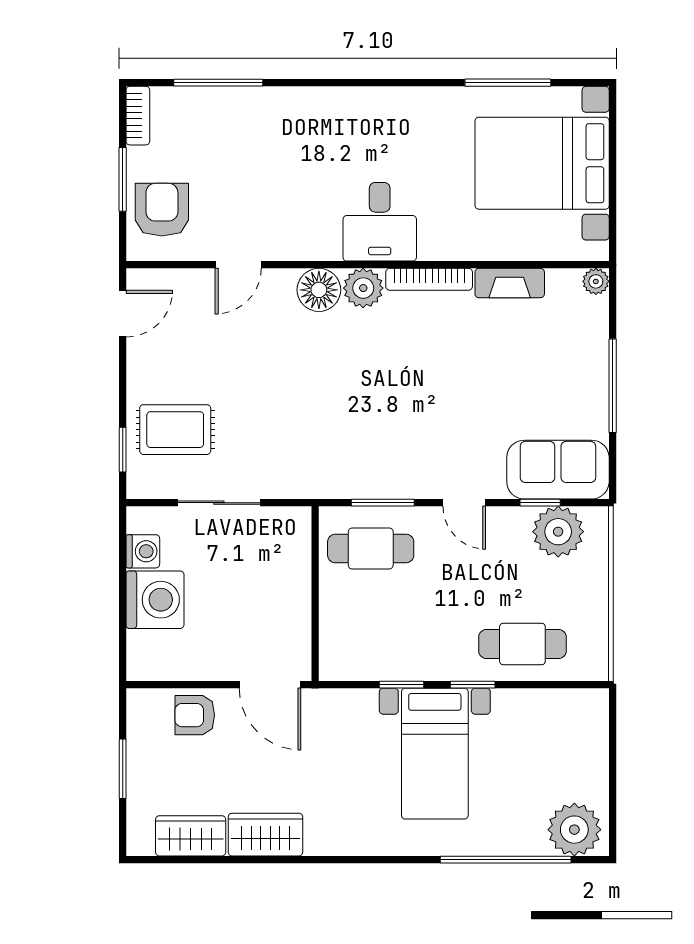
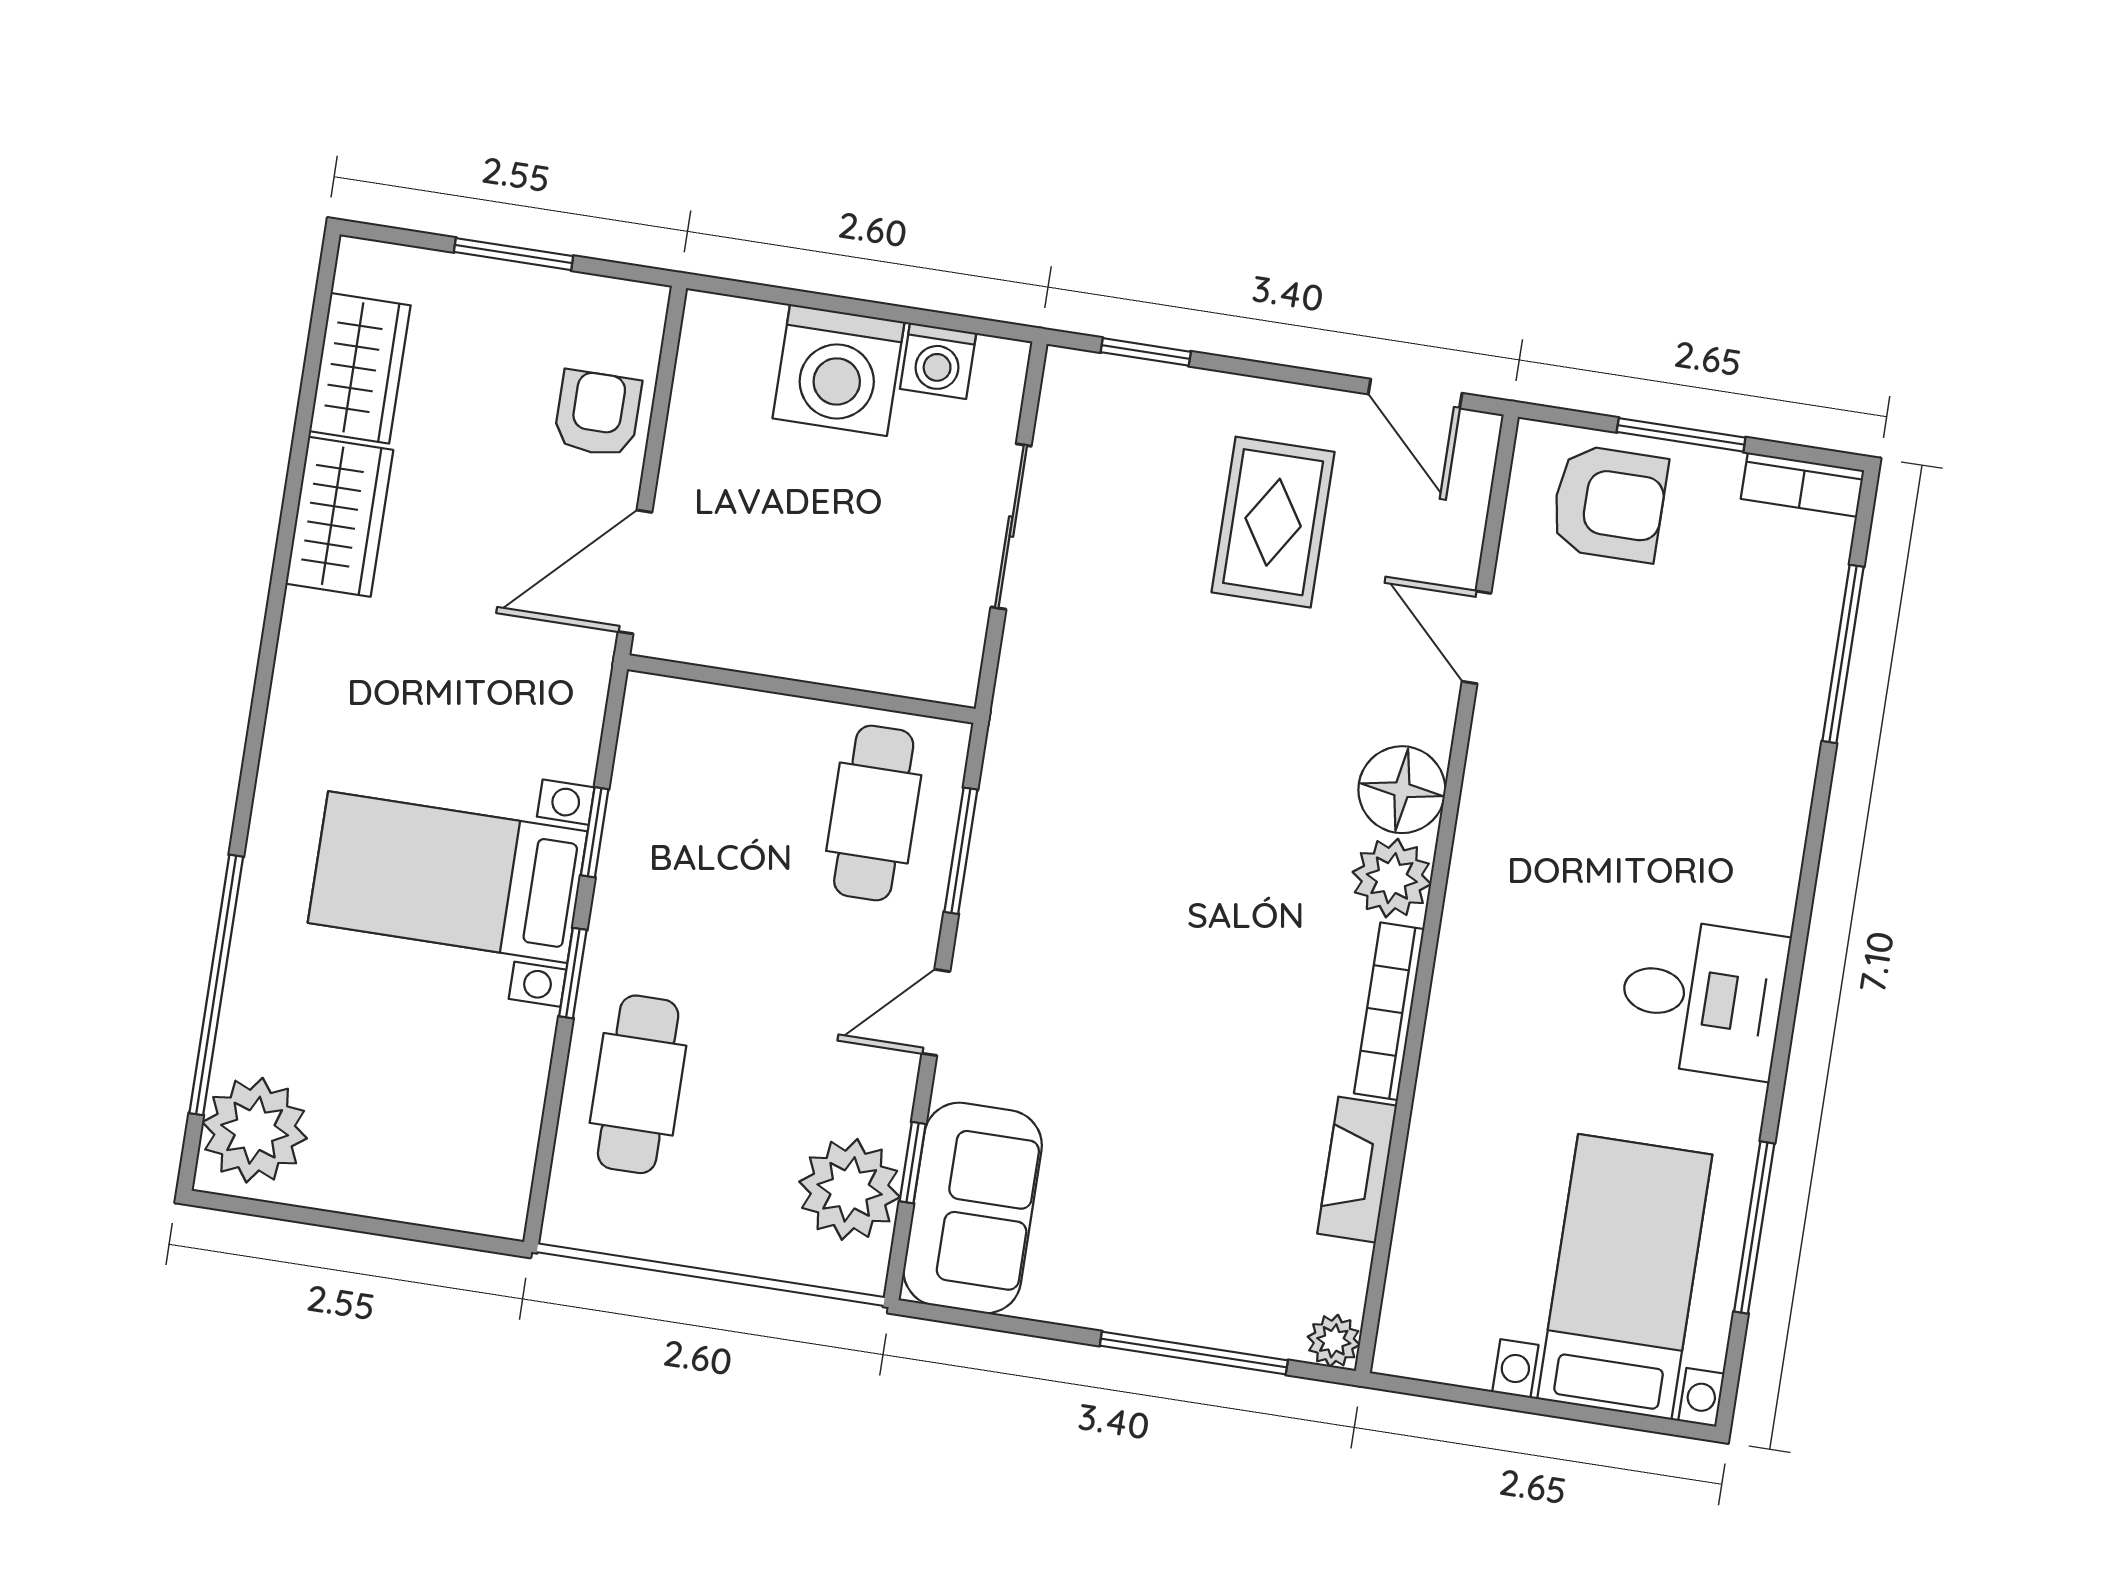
bed with nightstands: (542, 163) -> (1625, 1277), width x0.73
desk: (380, 222) -> (1703, 998), moved, turned 180
window: (613, 386) -> (1194, 1353), moved
rug: (175, 430) -> (1273, 522), moved

